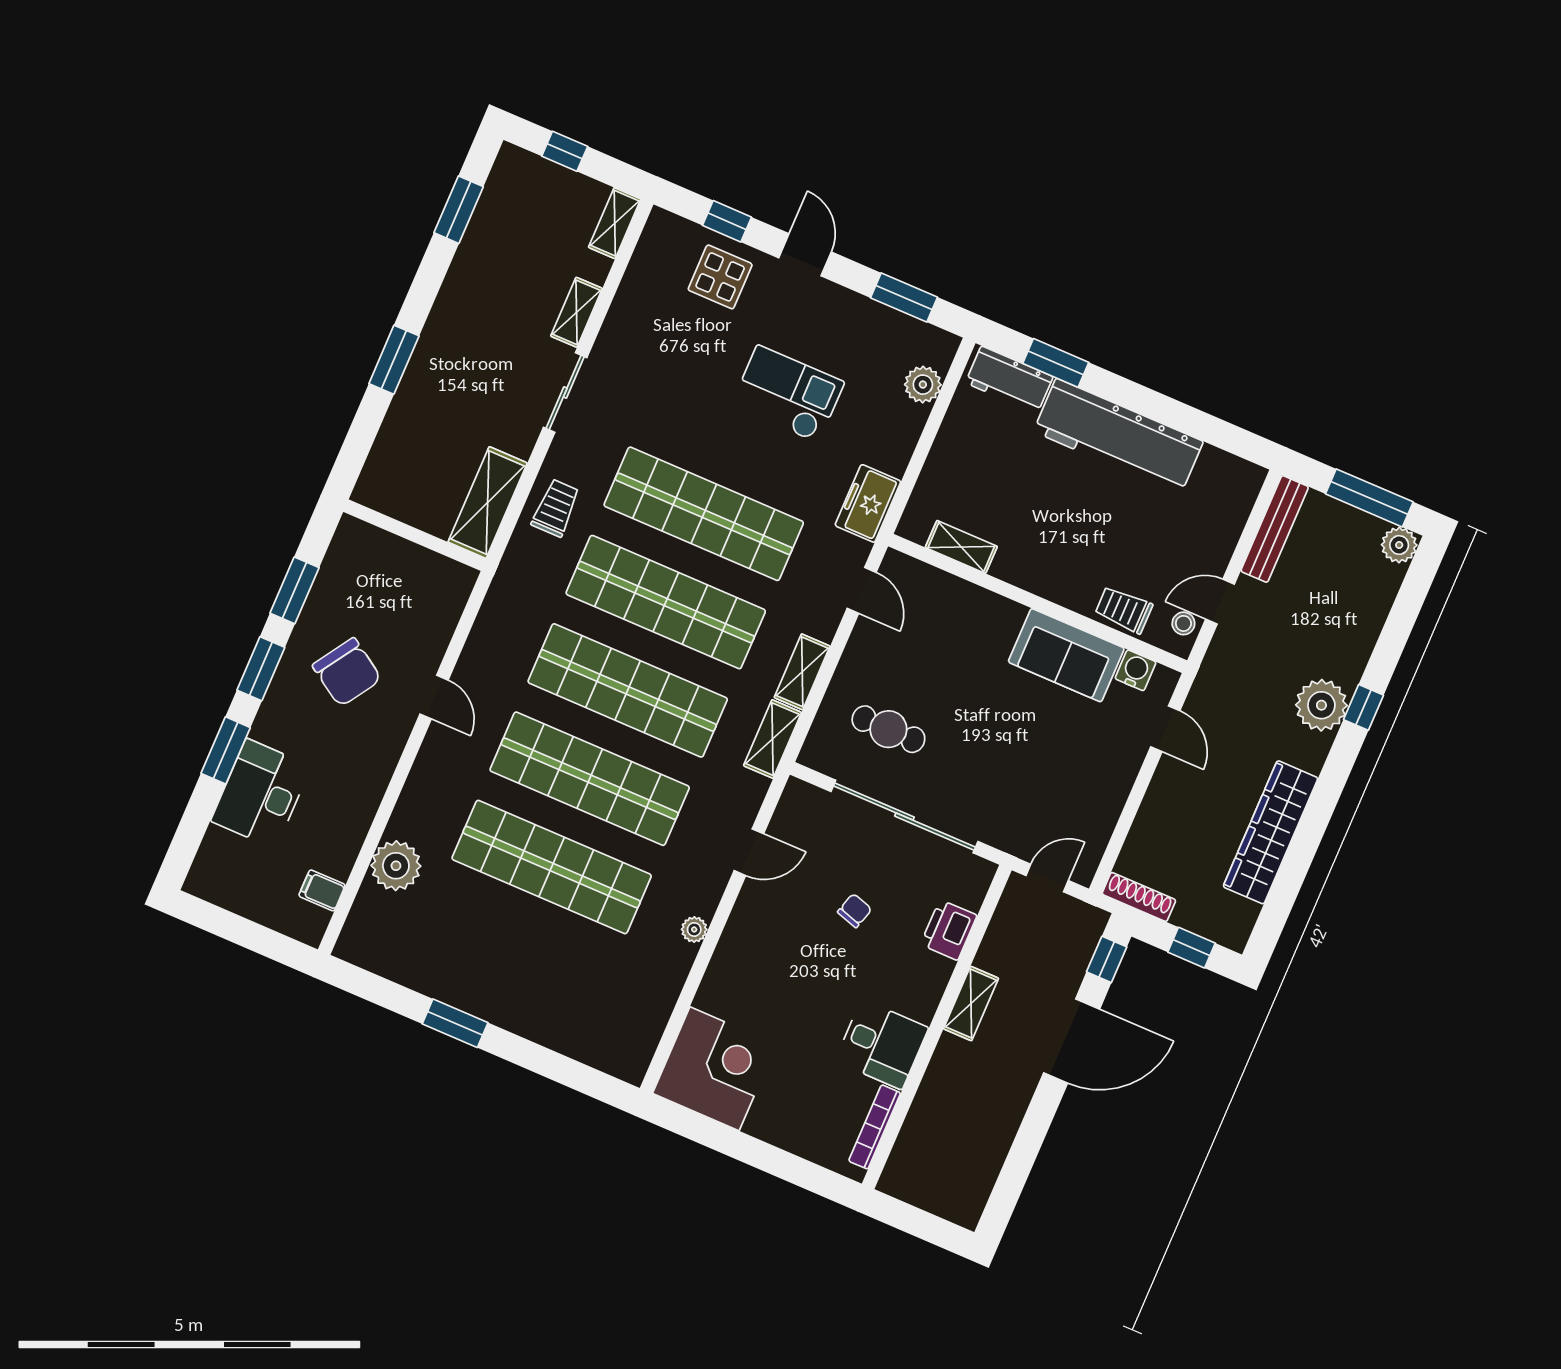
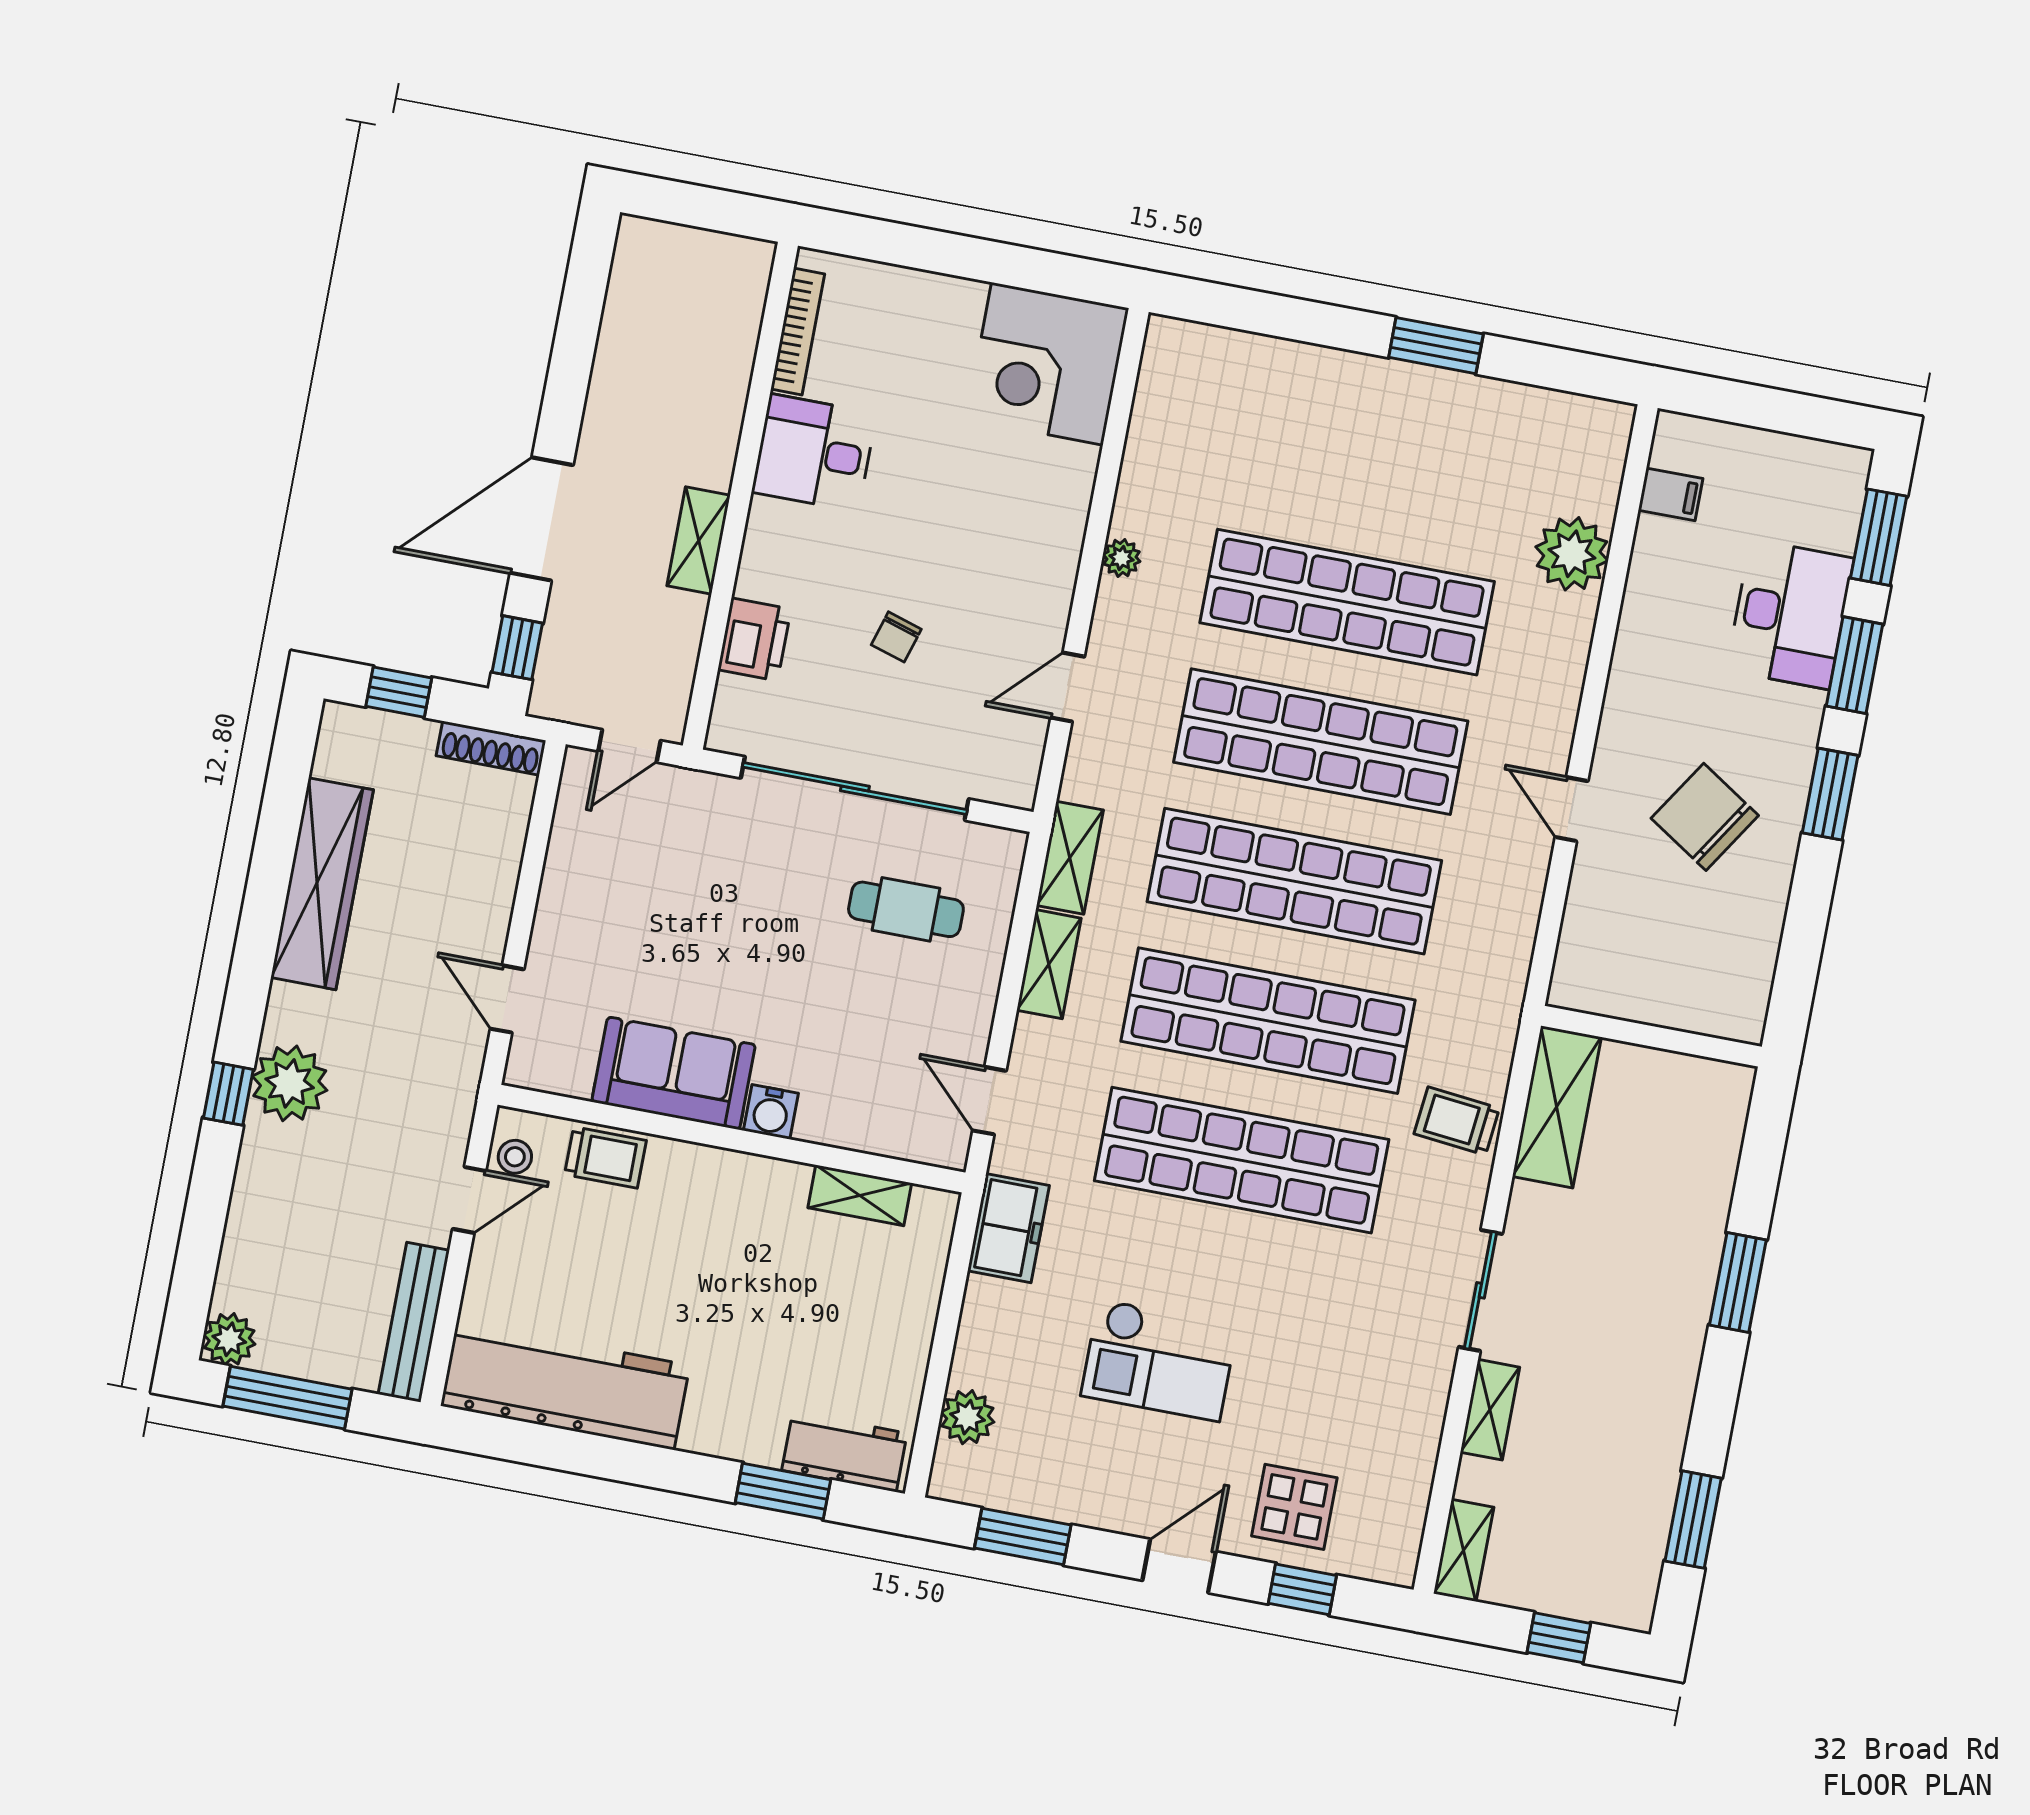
door: (805, 255) -> (1179, 1566), swing flipped
workbench: (1118, 437) -> (565, 1386), moved
trolley: (556, 508) -> (1457, 1121), turned 96
window: (295, 590) -> (1879, 537), moved
water cooler: (1136, 670) -> (771, 1112), moved

